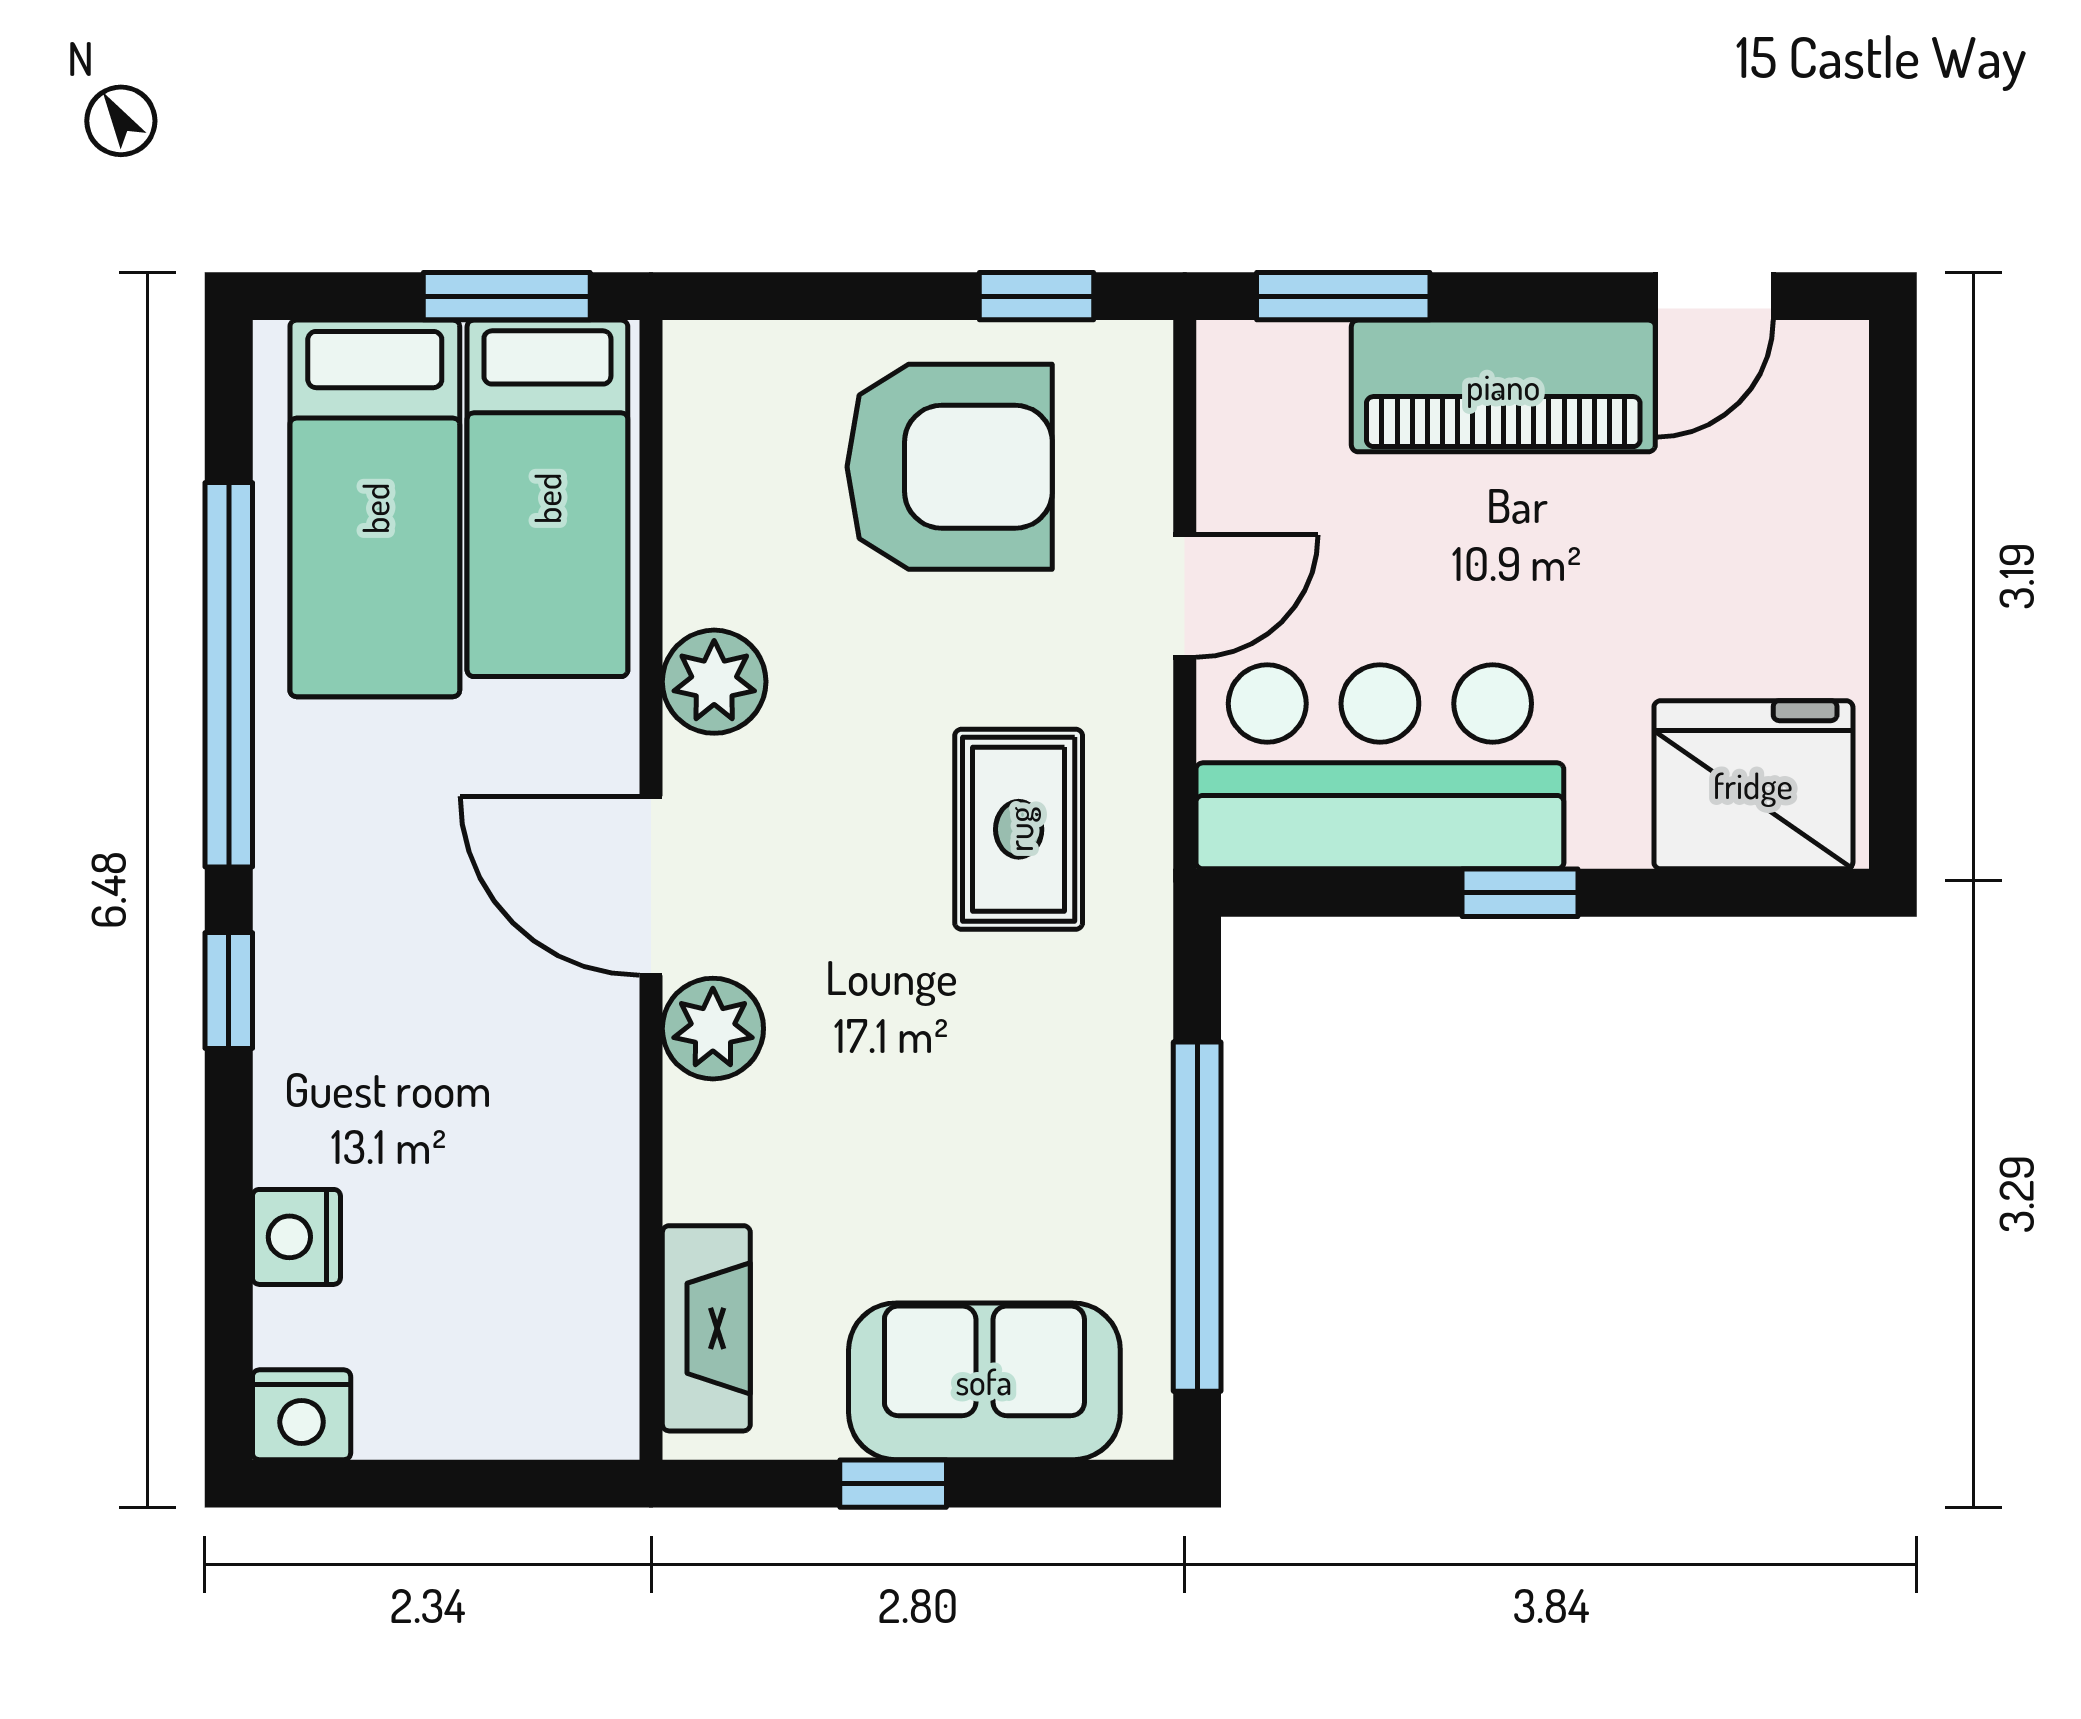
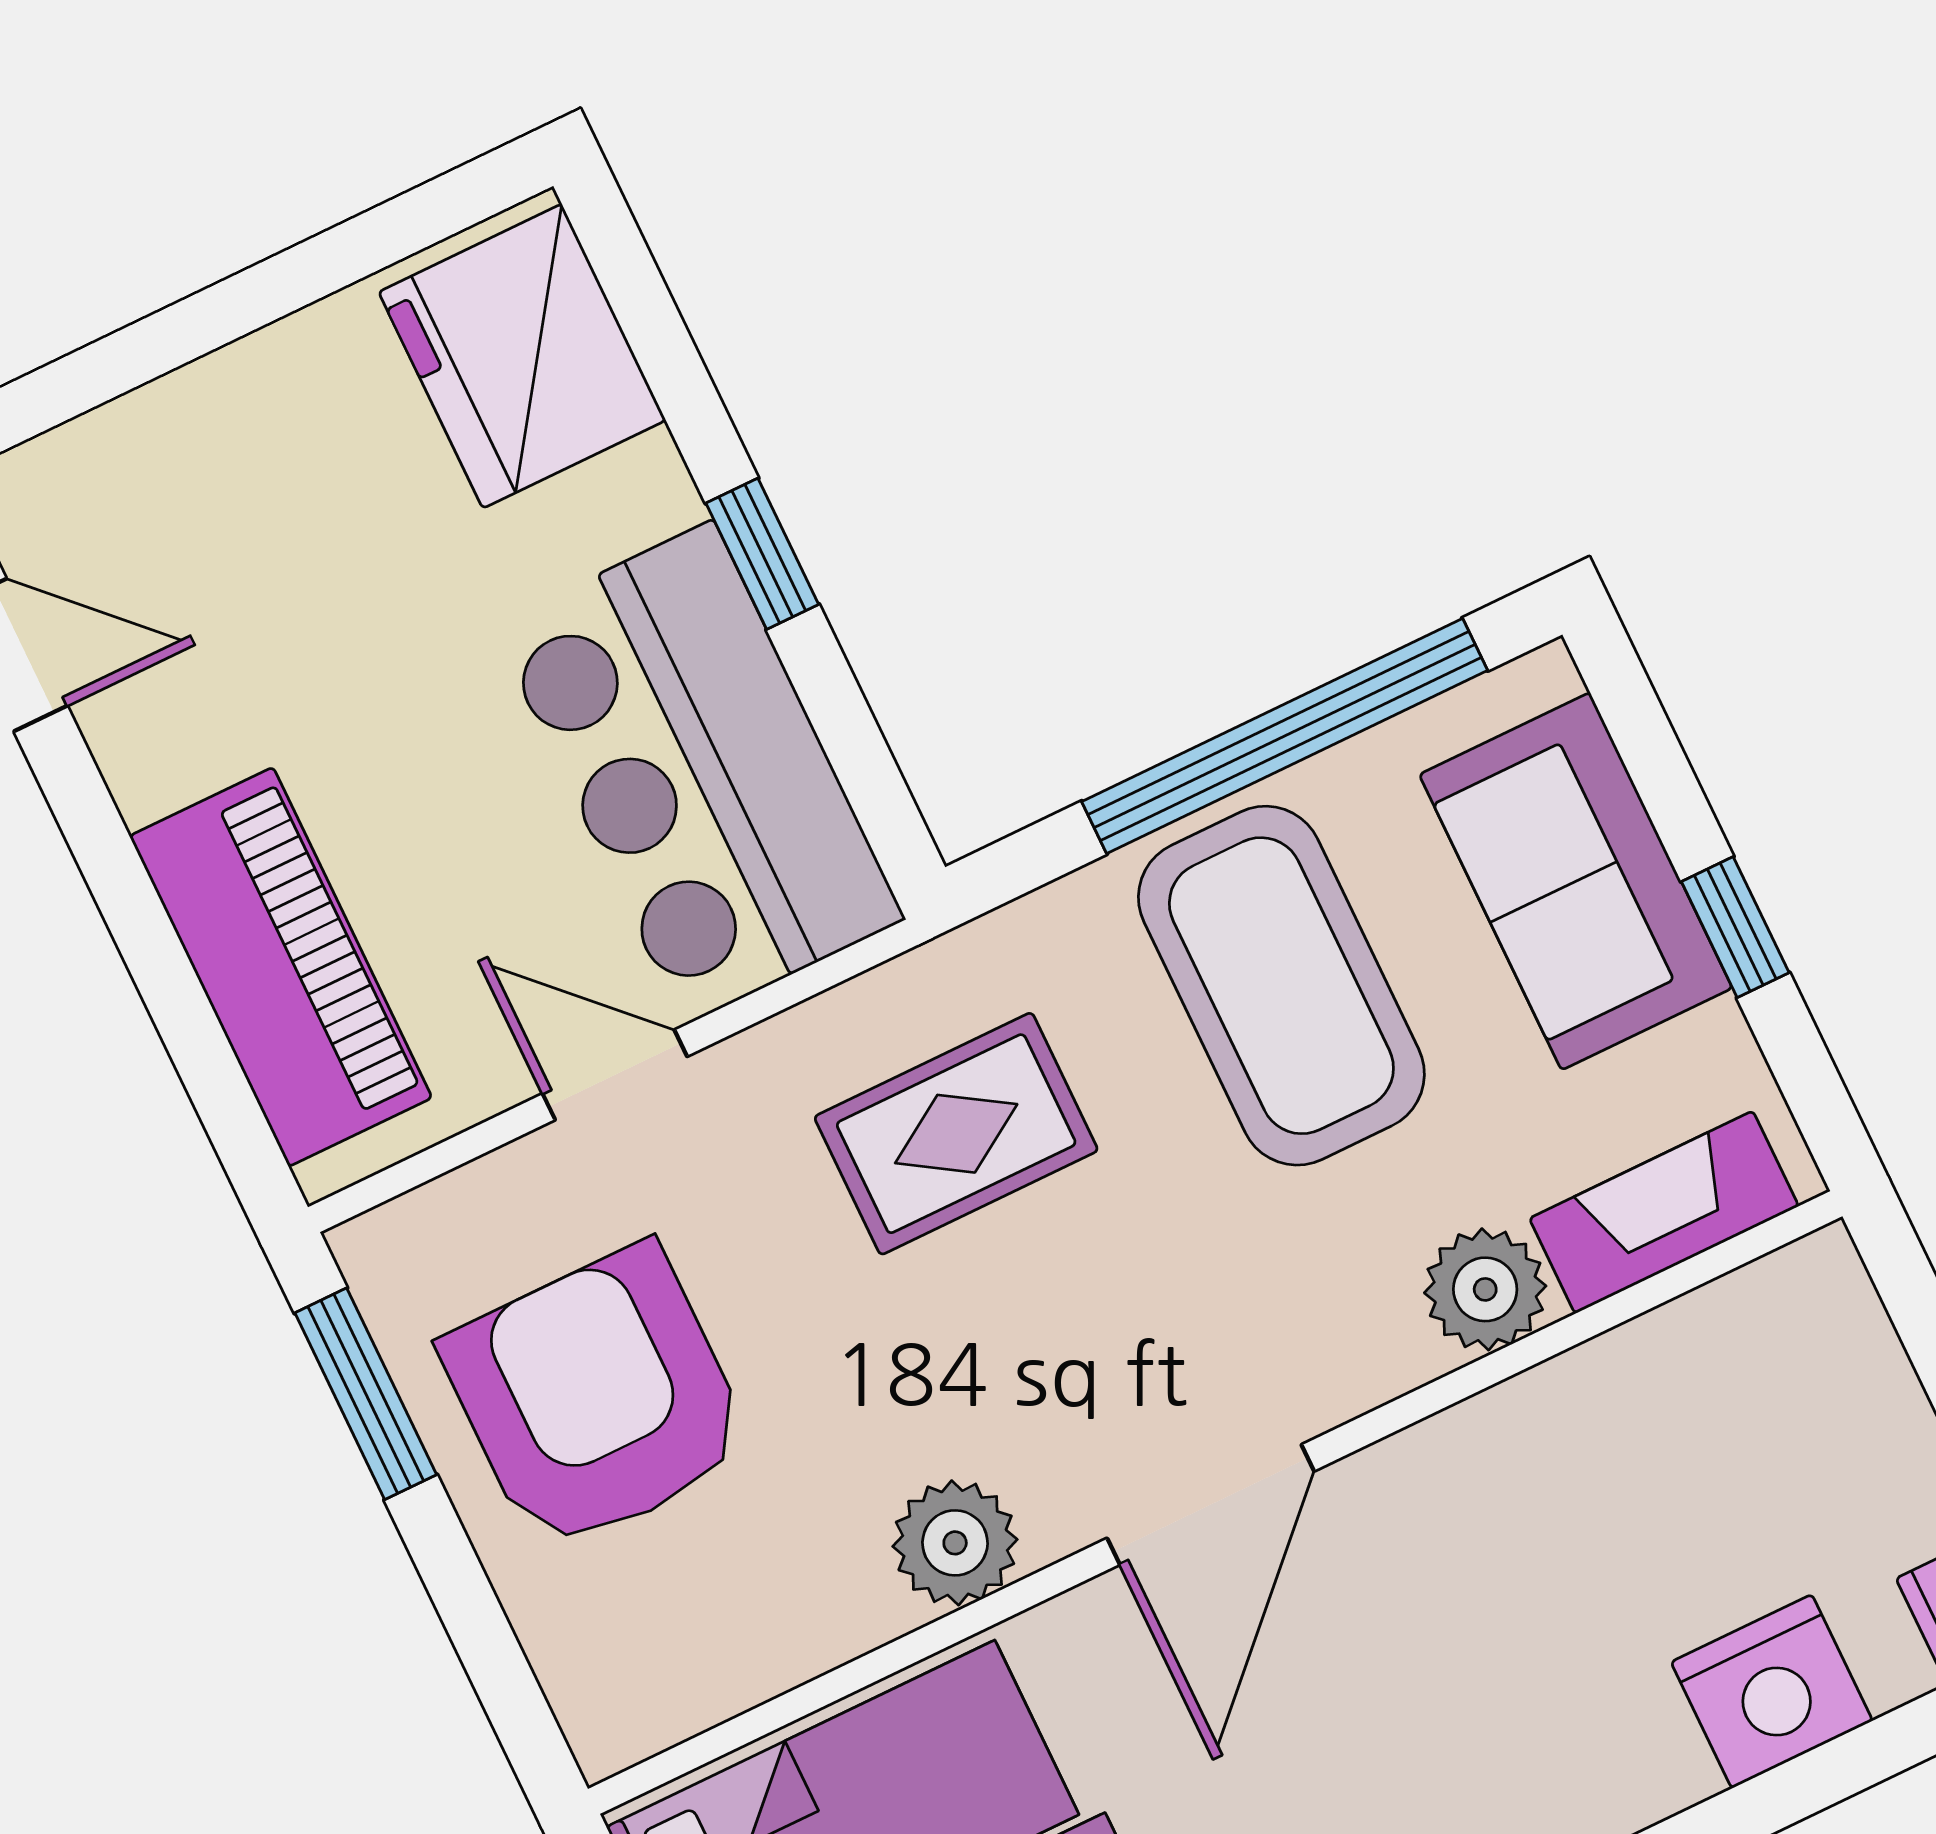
window: (1037, 296) -> (366, 1394), width x1.50
window: (1343, 296) -> (205, 1059), removed
piano: (1503, 386) -> (281, 967), moved
plant: (713, 1029) -> (1485, 1289), moved
coffee table: (1012, 1125) -> (1281, 986), added
nightstand: (296, 1237) -> (1772, 1691), width x1.36, depth x1.33

